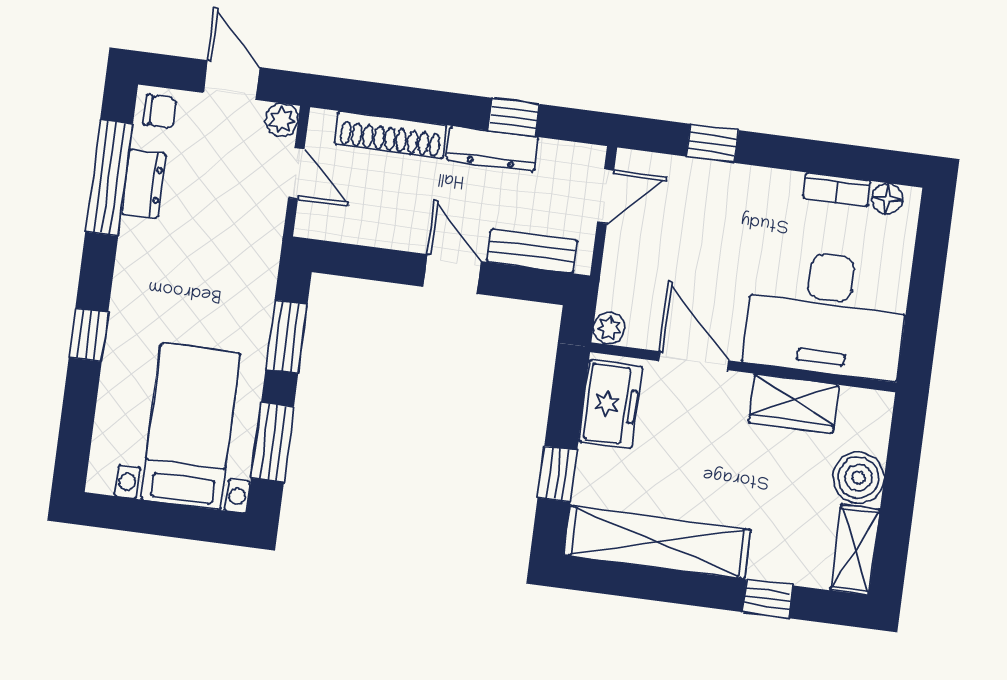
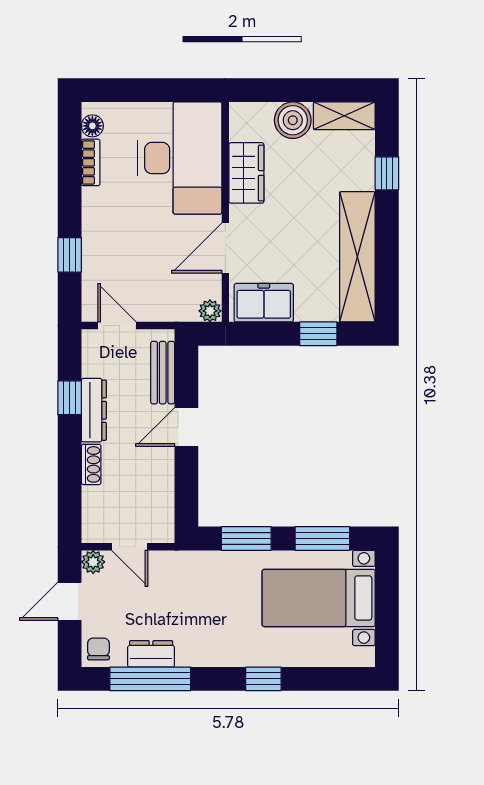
shoe rack: (391, 135) -> (91, 464), width x0.51, depth x0.81
door: (296, 173) -> (130, 547), swing flipped

